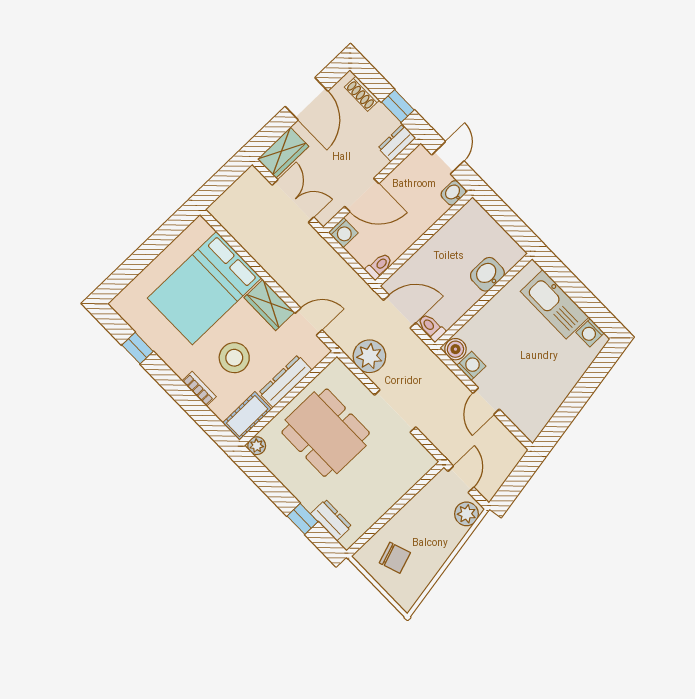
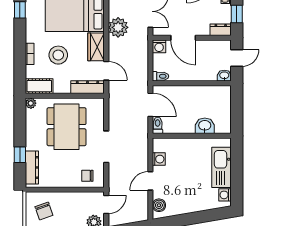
boiler: (455, 349) -> (159, 205), moved
plant: (369, 356) -> (118, 27), moved
dresser: (285, 381) -> (87, 87), moved
chair: (406, 467) -> (87, 176), added
dresser: (331, 520) -> (32, 167), width x1.44

